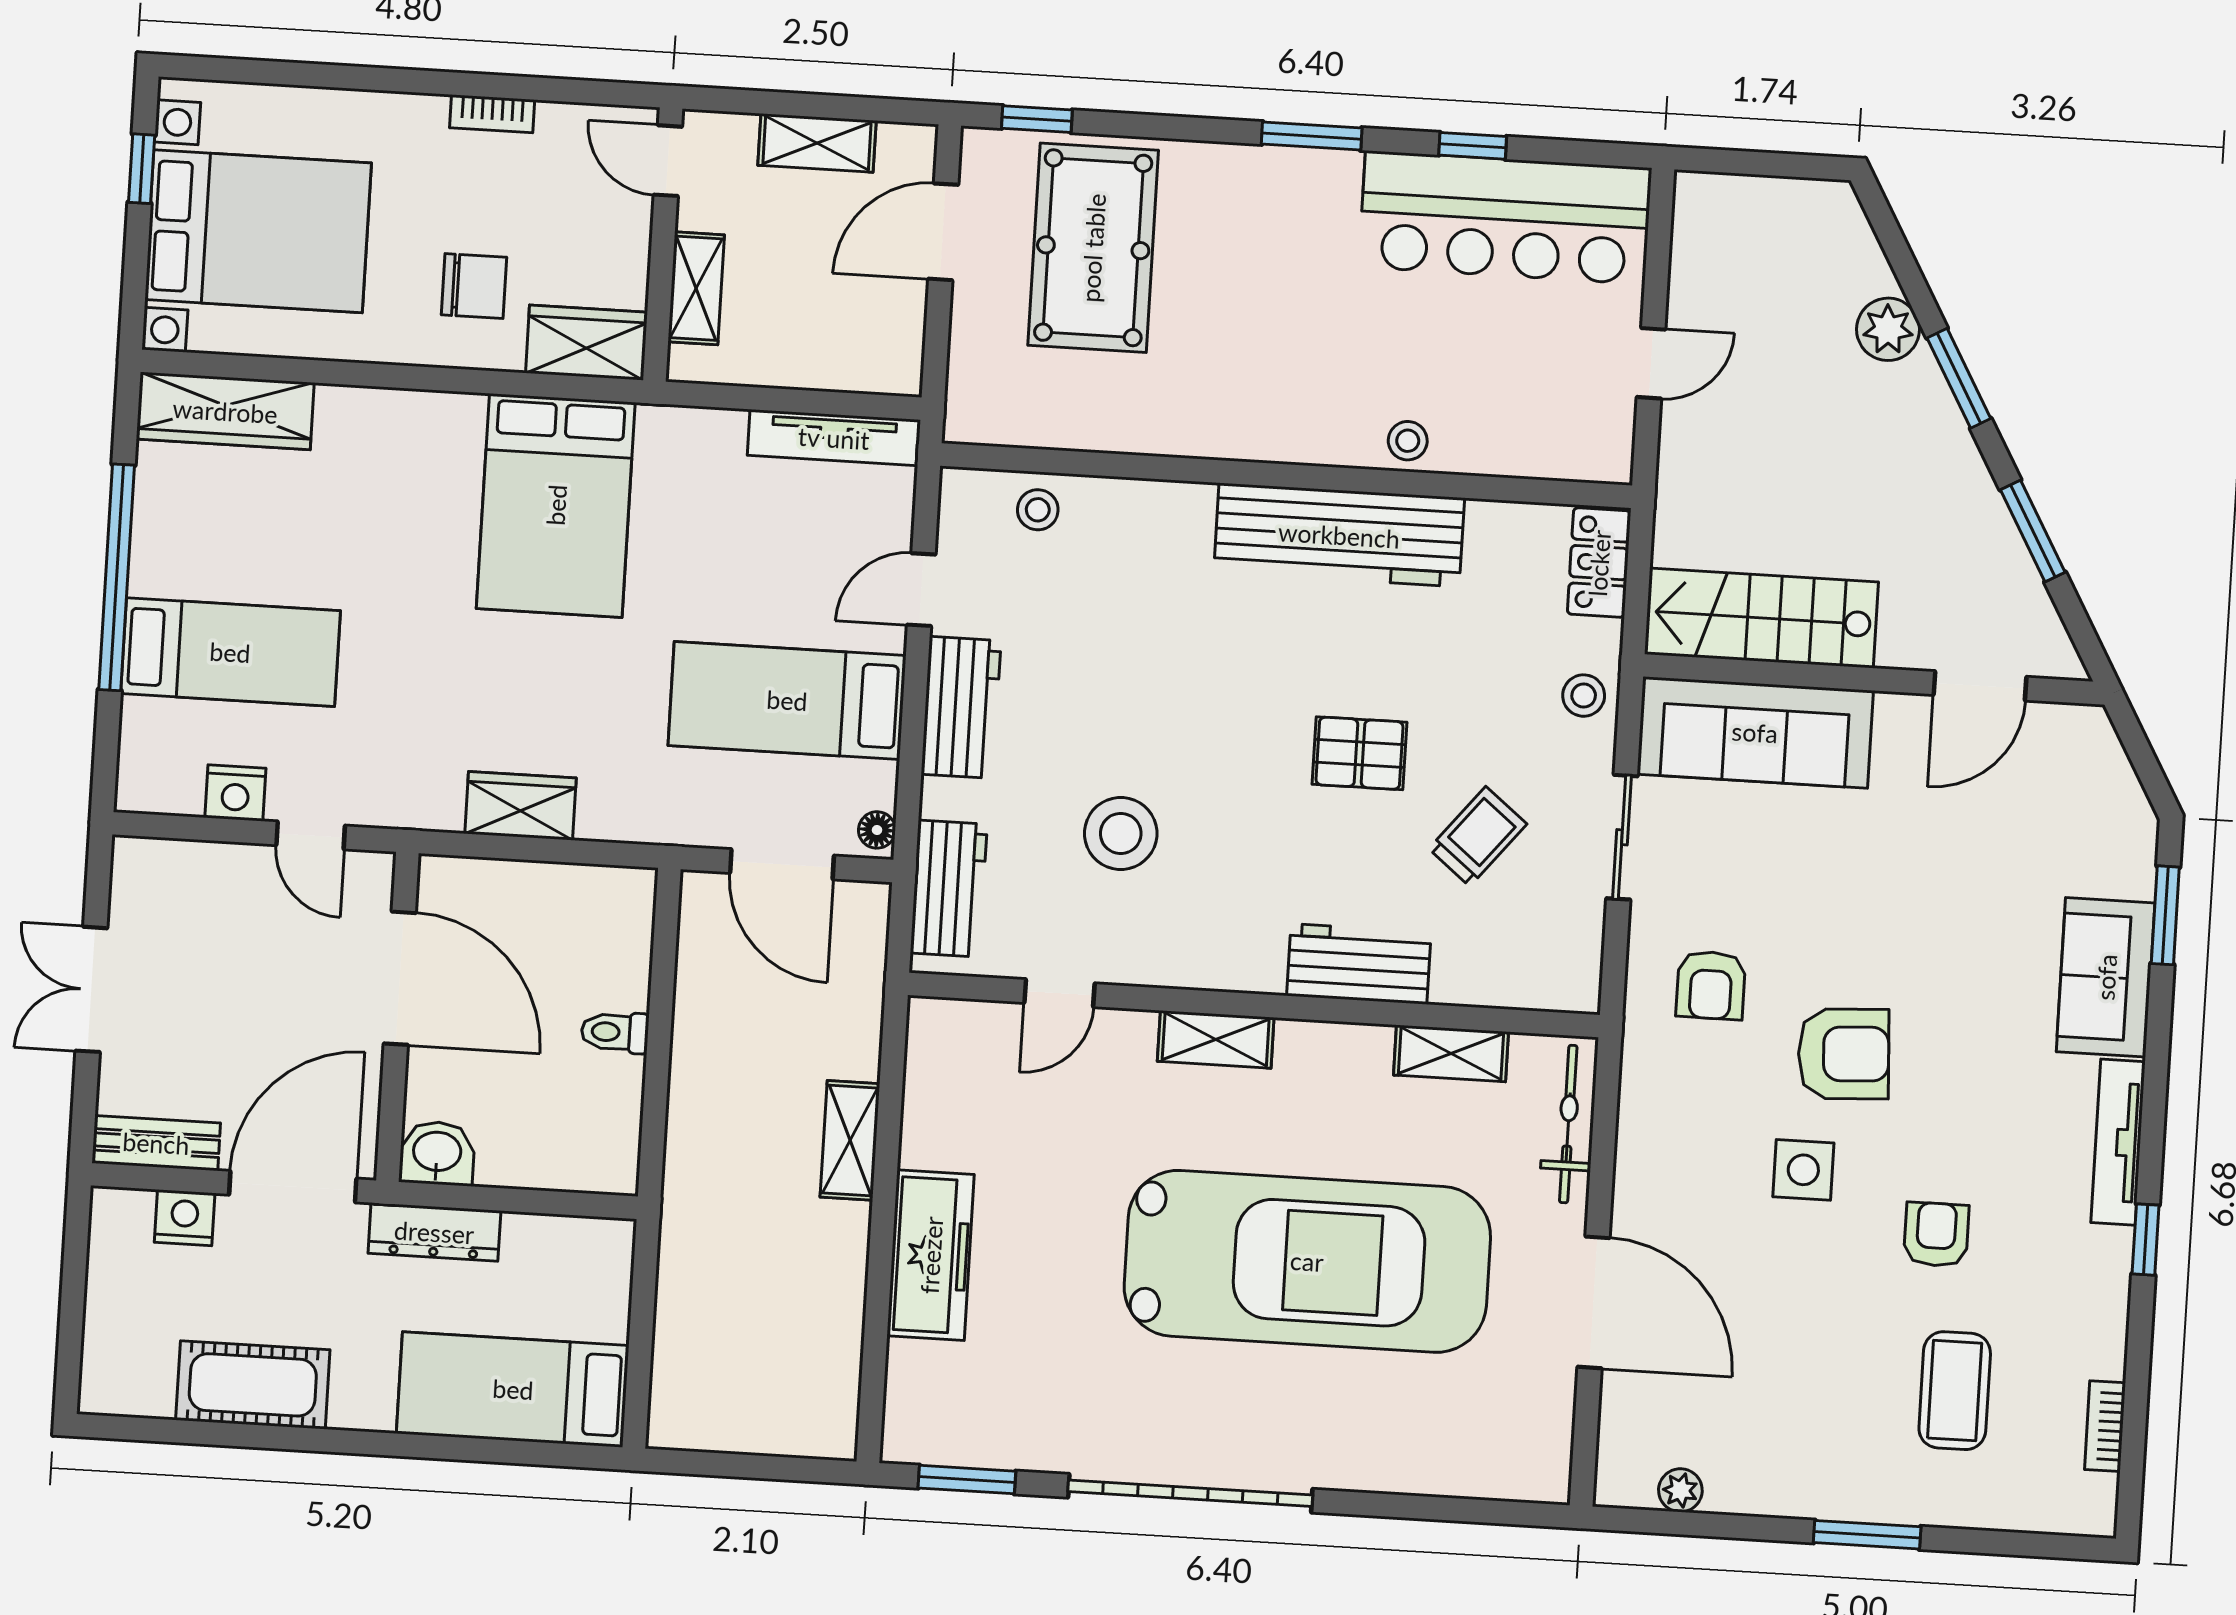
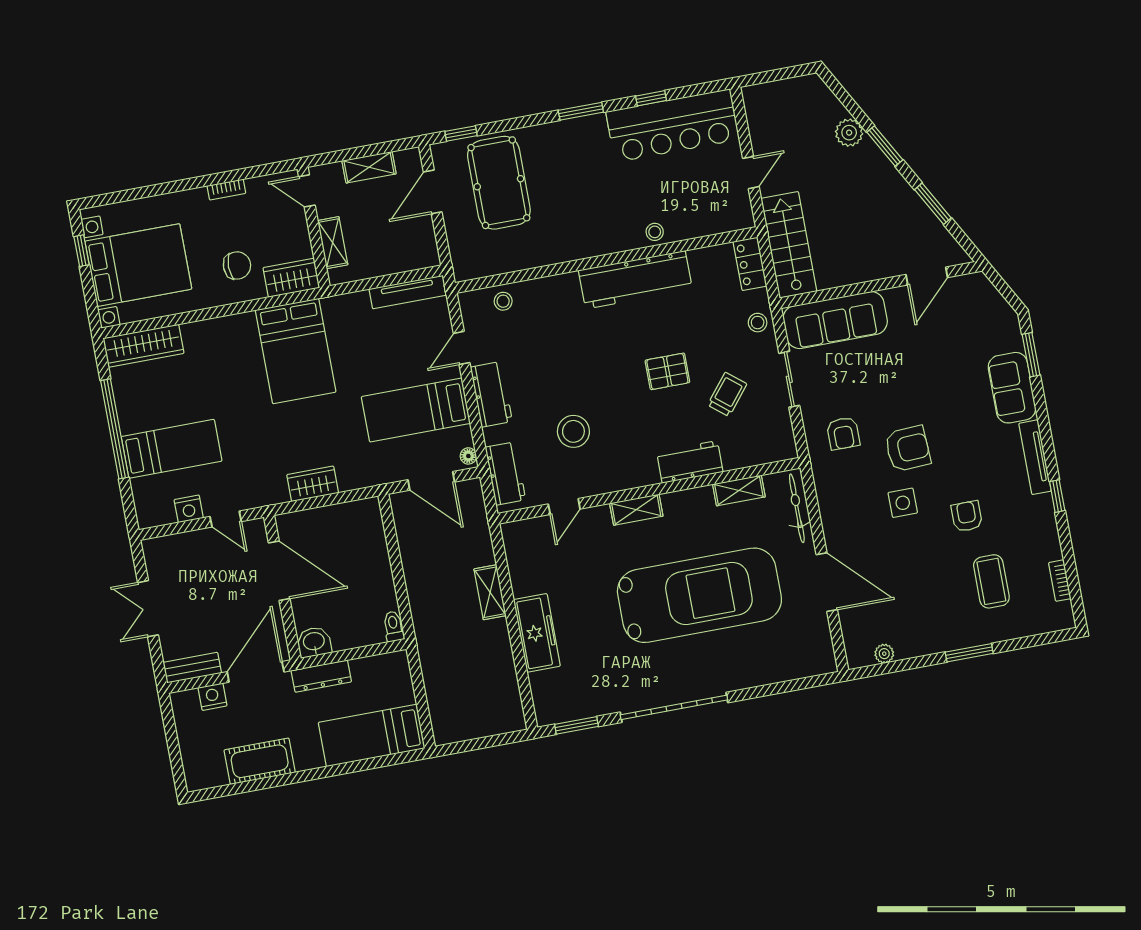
stairs: (1761, 618) -> (789, 245), moved, turned 90
toilet: (615, 1032) -> (393, 626), moved, turned 90

